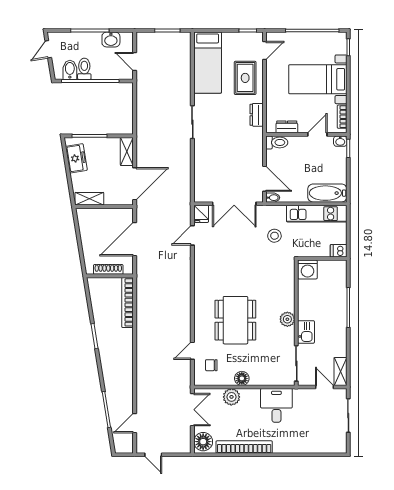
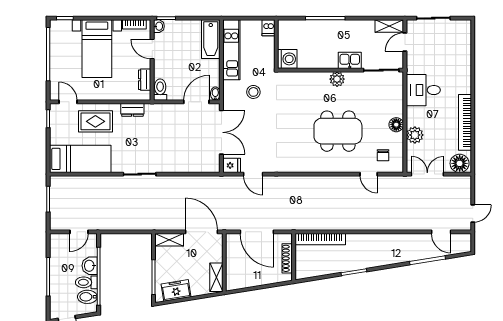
washbasin: (111, 40) -> (90, 266), moved, turned 180

